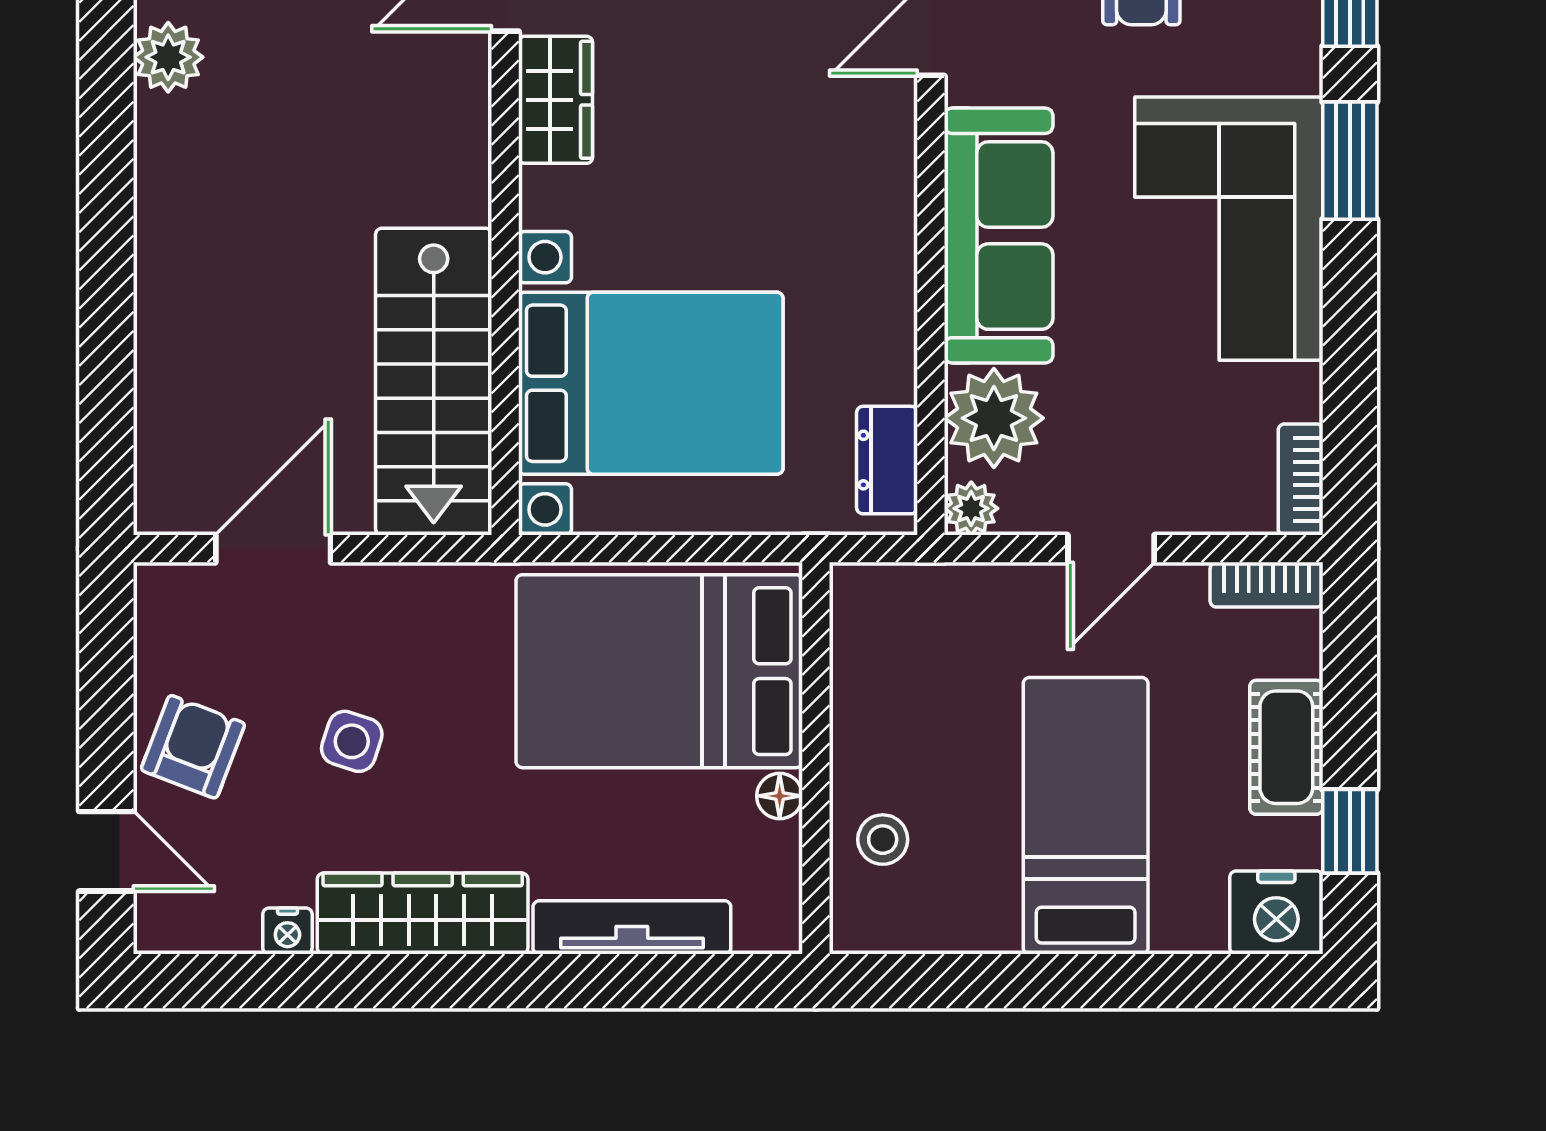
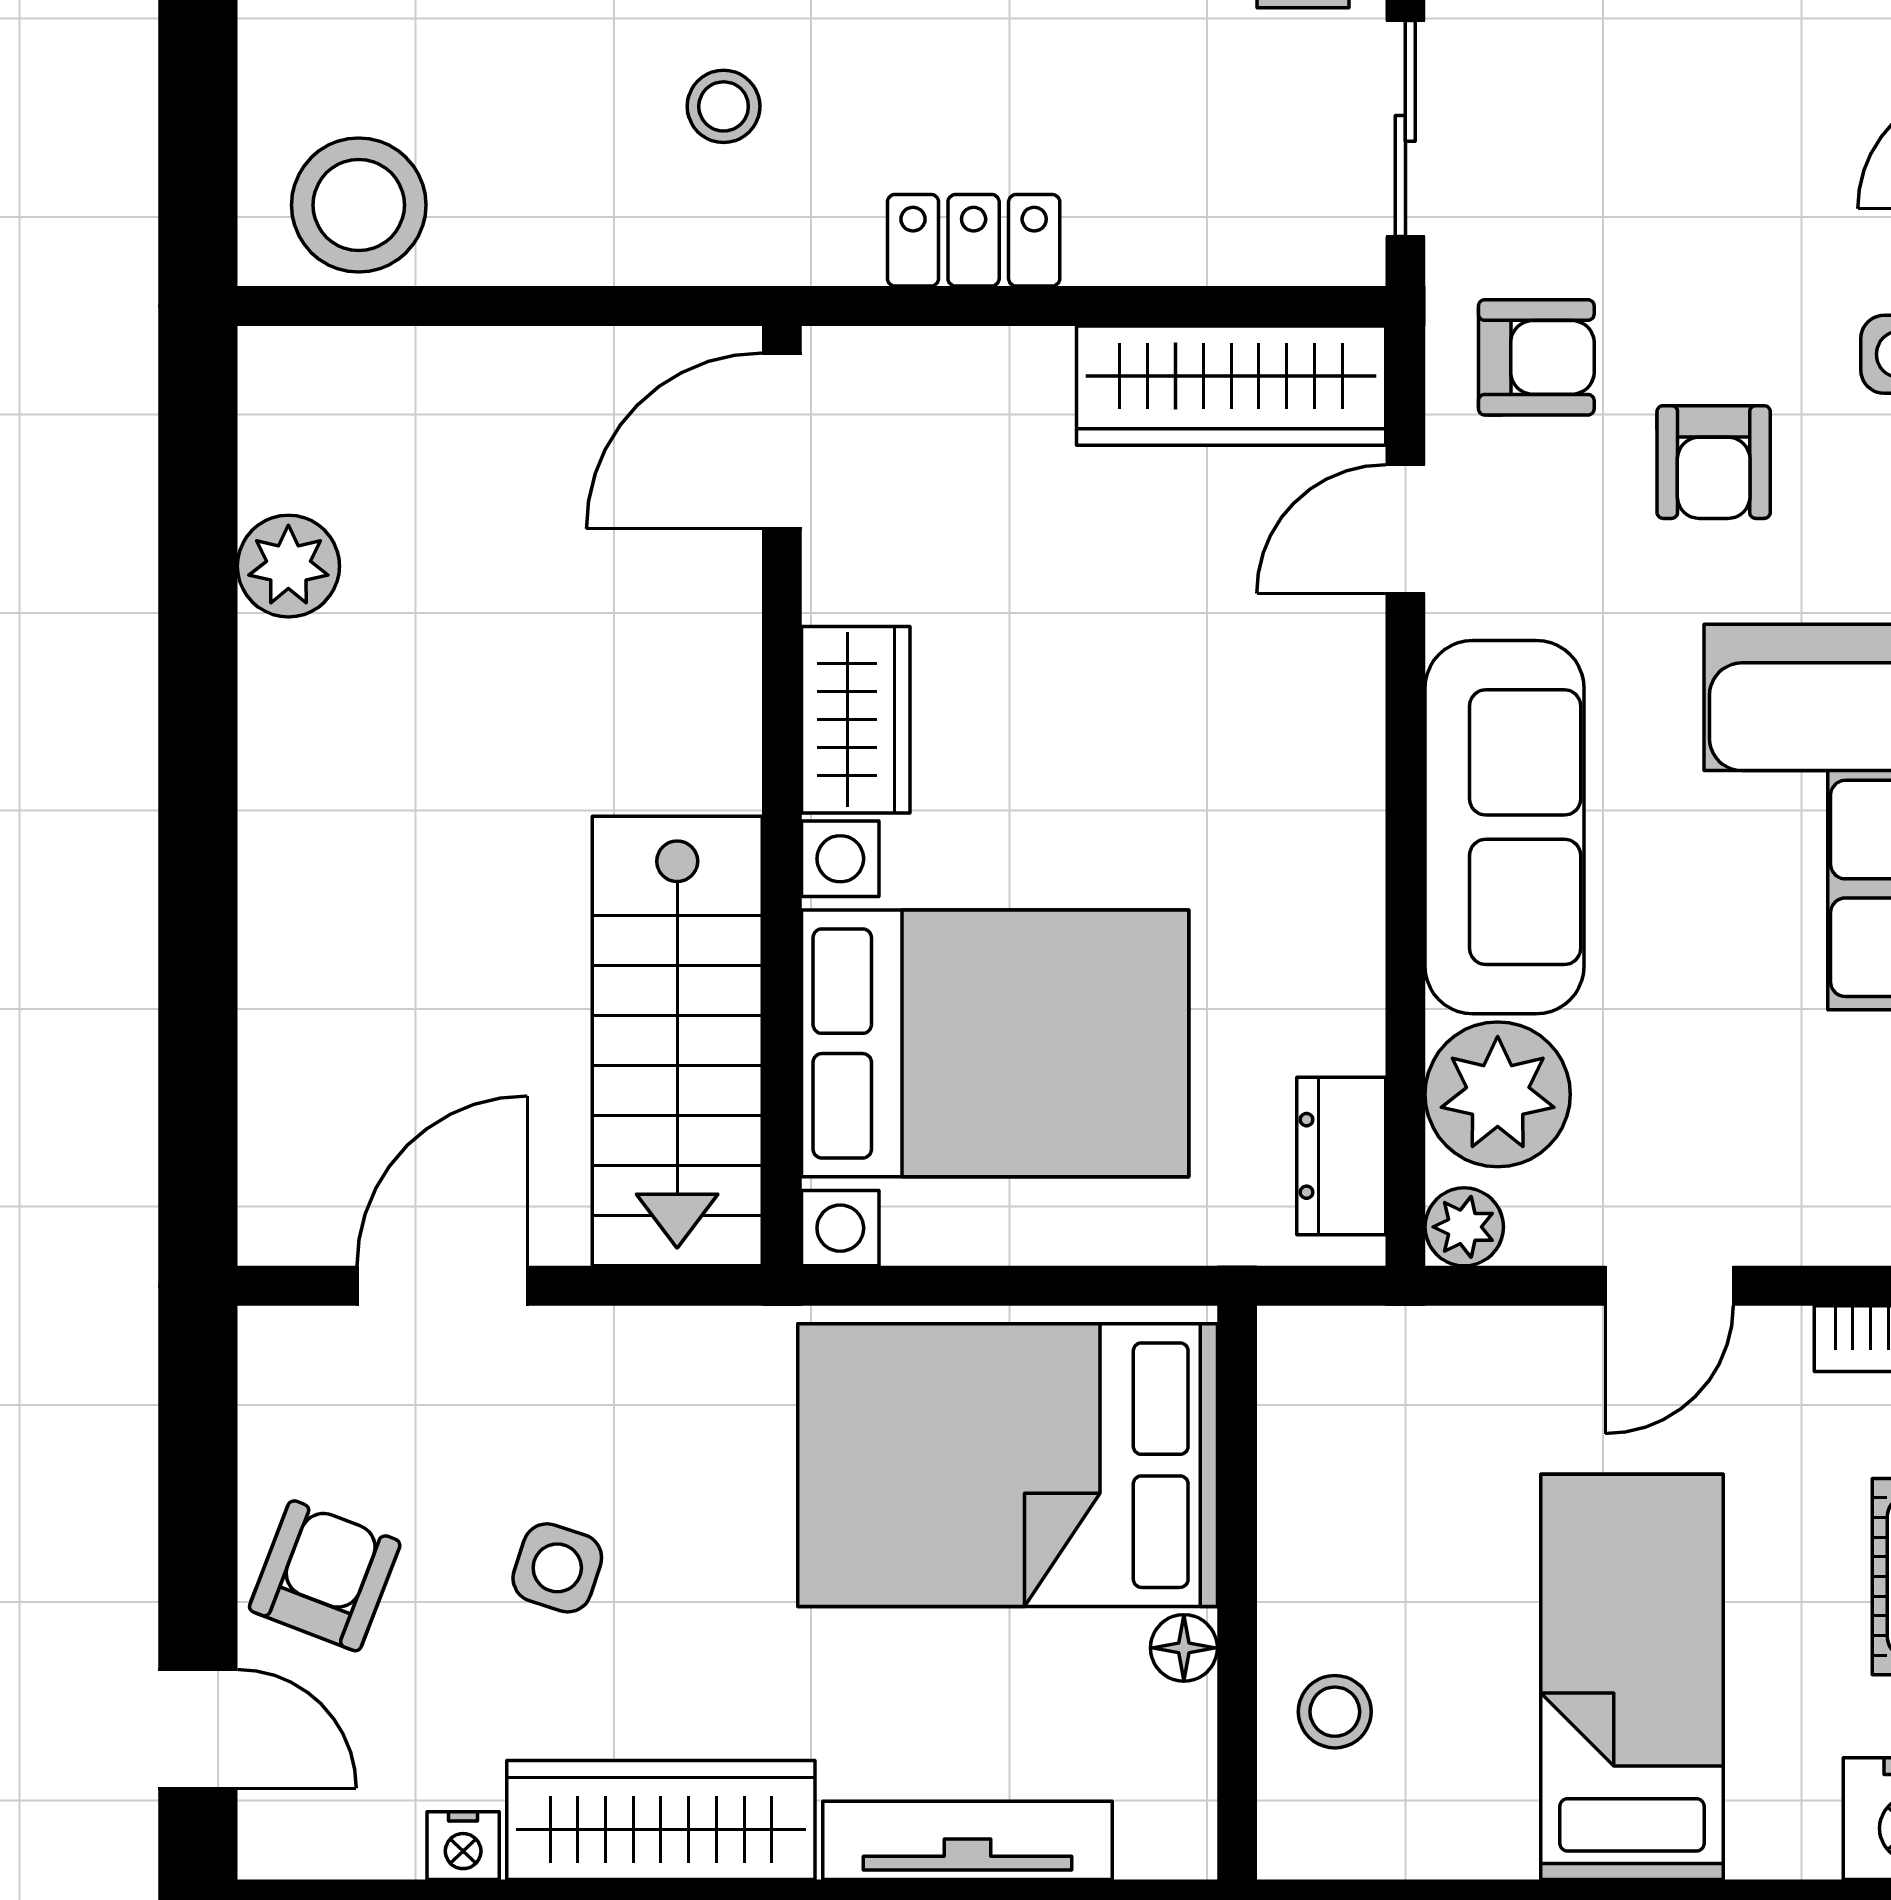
wardrobe: (556, 100) -> (856, 720), moved

